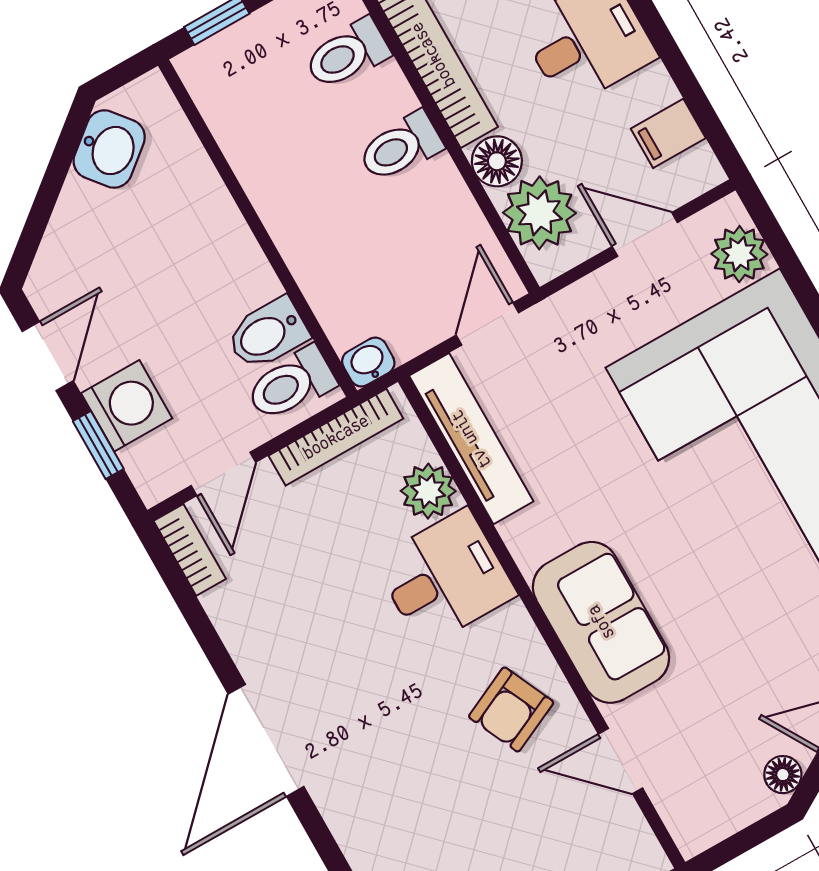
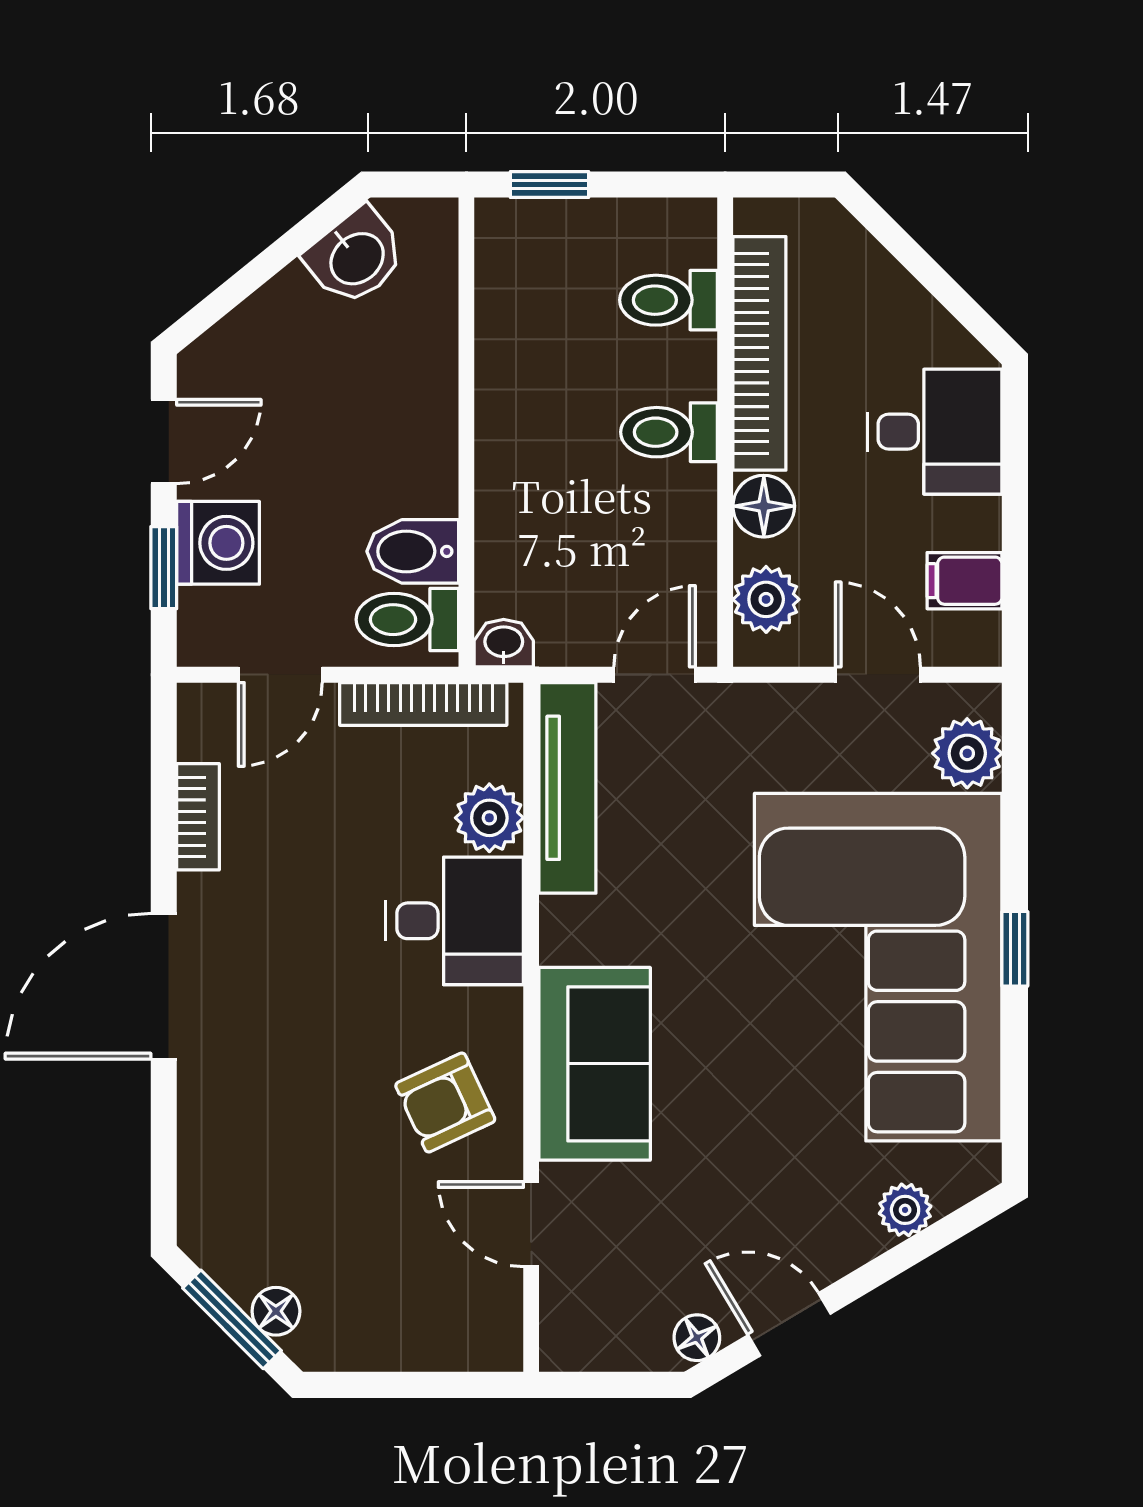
plant: (539, 213) -> (766, 599), width x0.73, depth x0.73
bookcase: (190, 550) -> (198, 817), moved

